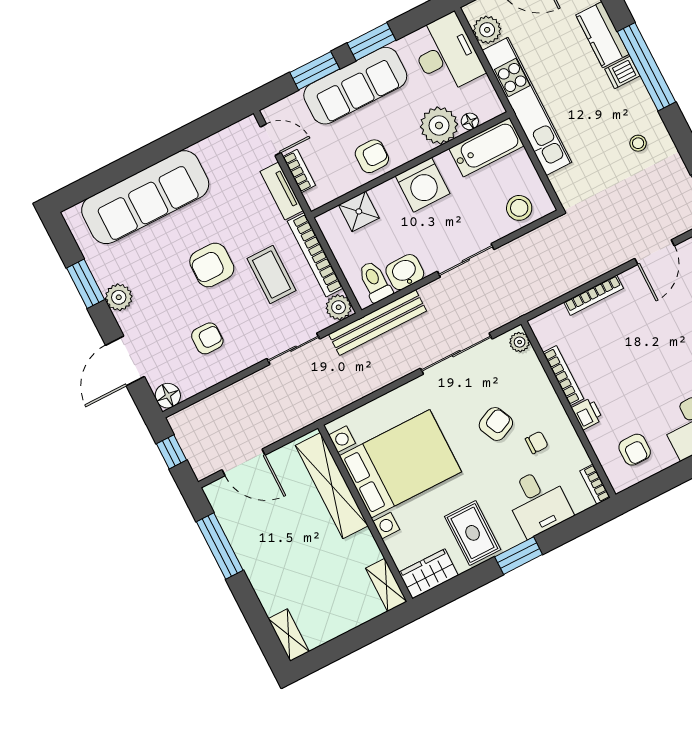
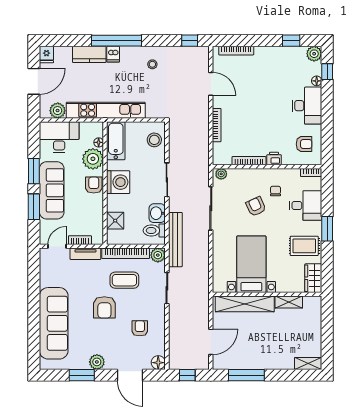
armchair: (372, 156) -> (94, 185), moved
bed with nightstands: (400, 464) -> (251, 264), width x0.73
shelving: (386, 585) -> (289, 302), moved

